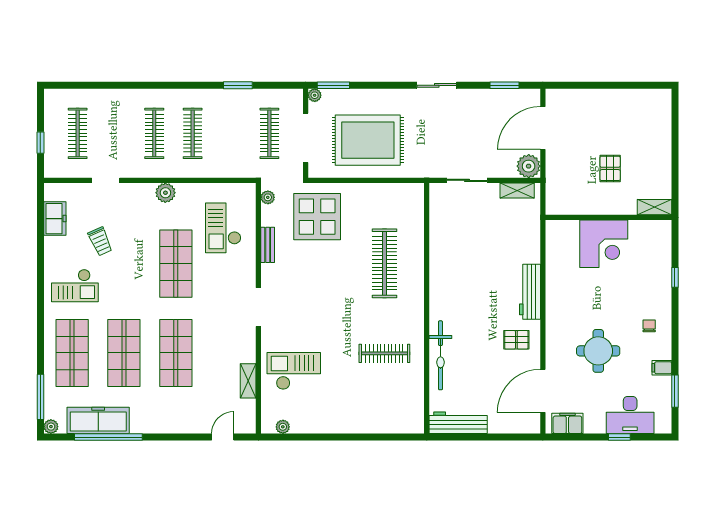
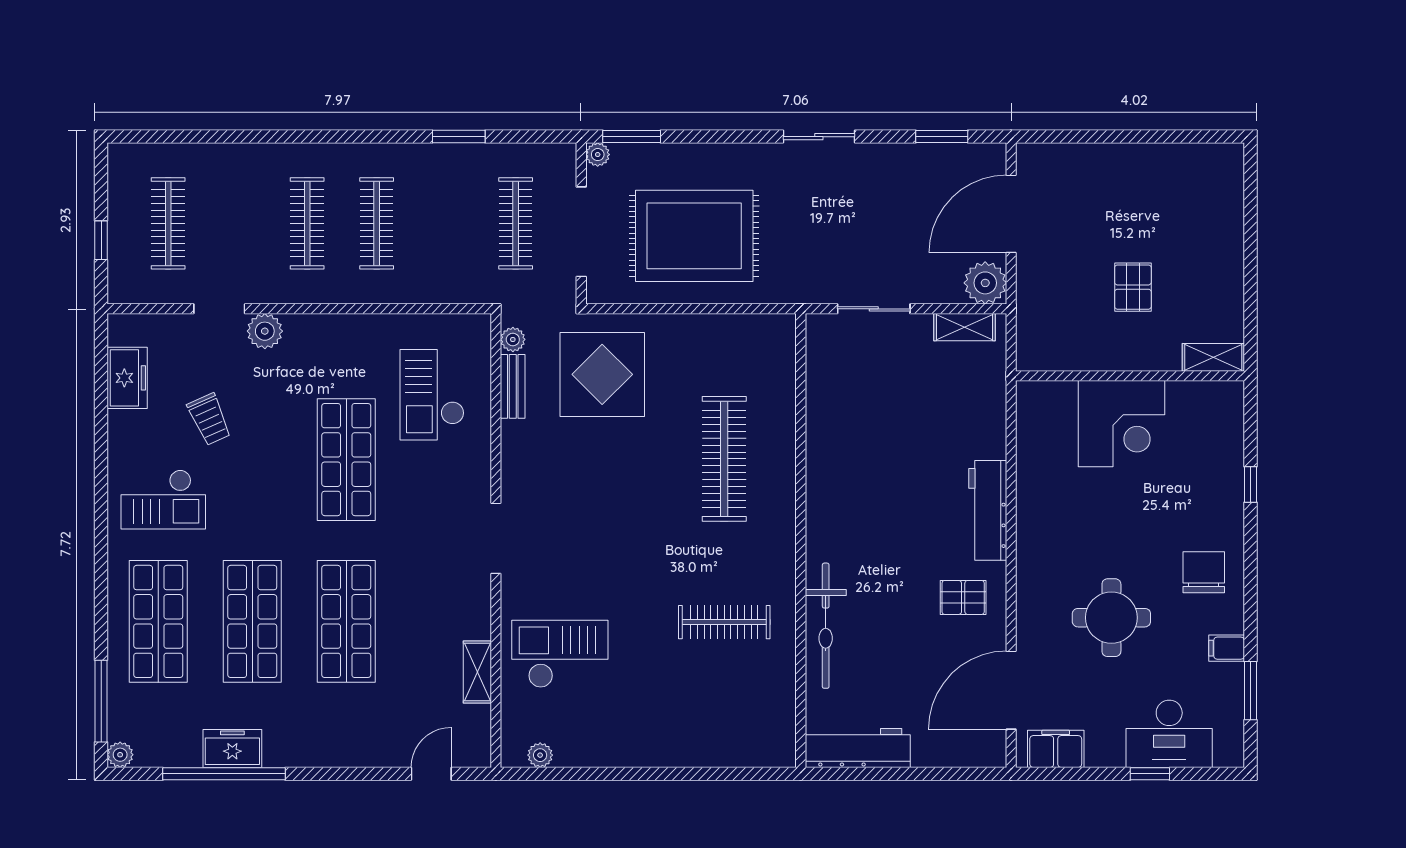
plant: (165, 193) -> (265, 331), moved
bench: (268, 245) -> (513, 386), moved
chair: (649, 326) -> (1204, 572), width x1.87, depth x1.87
freezer: (98, 420) -> (232, 749), width x0.52, depth x0.79

